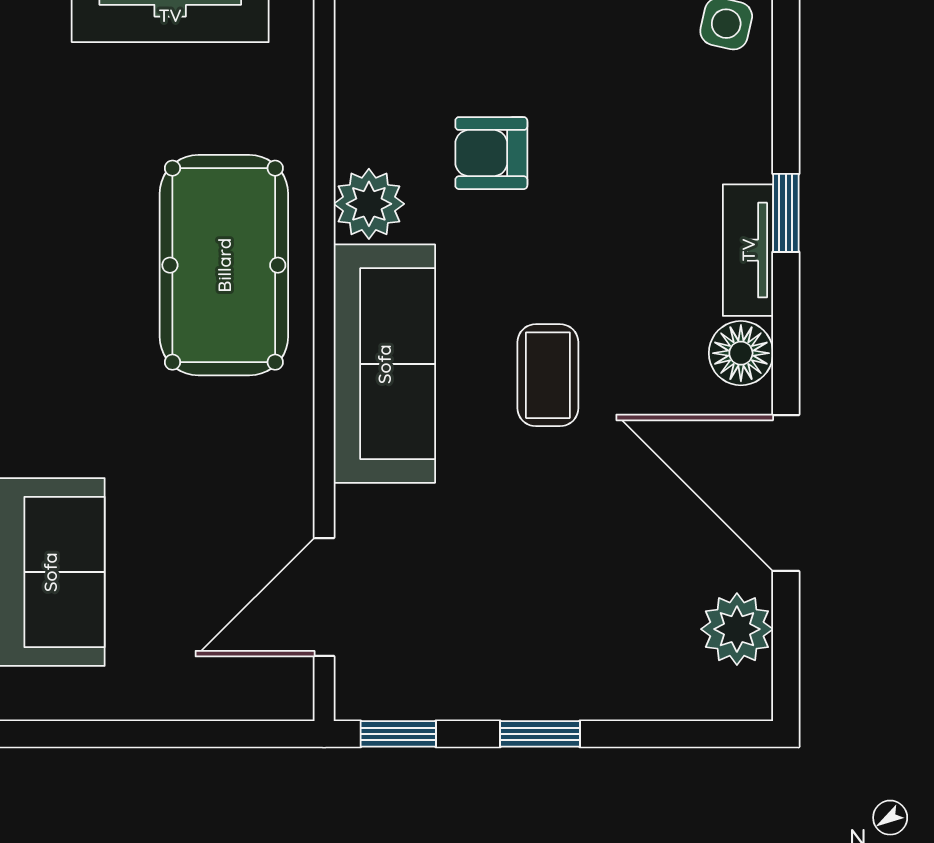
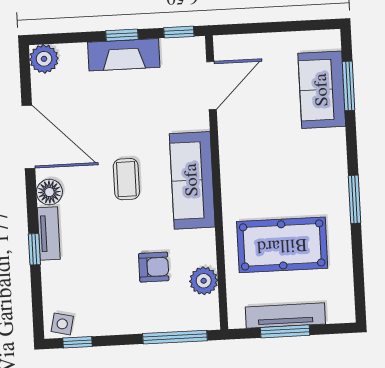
plant: (369, 204) -> (204, 281), moved
pool table: (224, 265) -> (282, 245), moved, turned 90
plant: (737, 629) -> (44, 59), moved
fireplace: (538, 685) -> (124, 55), added

